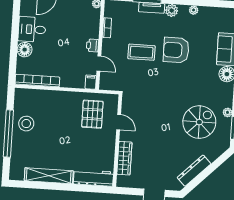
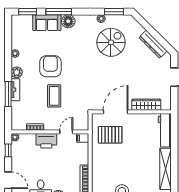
printer: (93, 45) -> (46, 141), width x1.87, depth x1.48
armchair: (176, 50) -> (50, 66), turned 180
door: (119, 122) -> (116, 112), width x1.87
spiral stairs: (199, 122) -> (111, 42), turned 90

